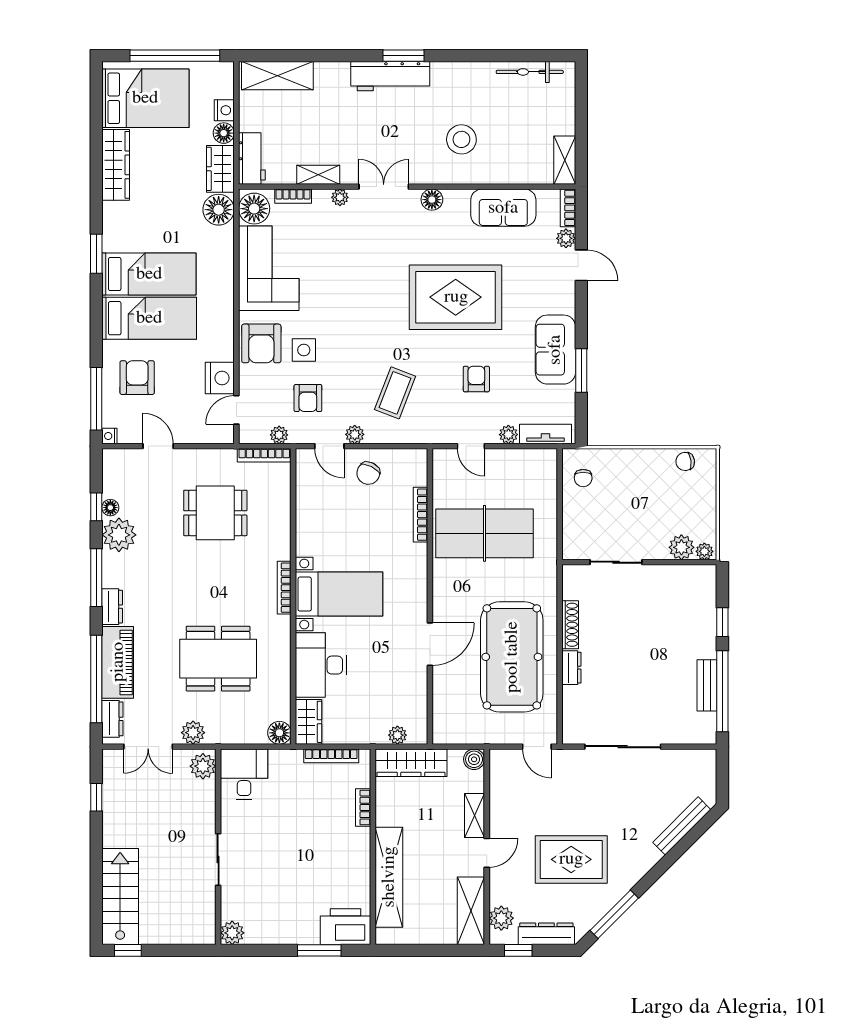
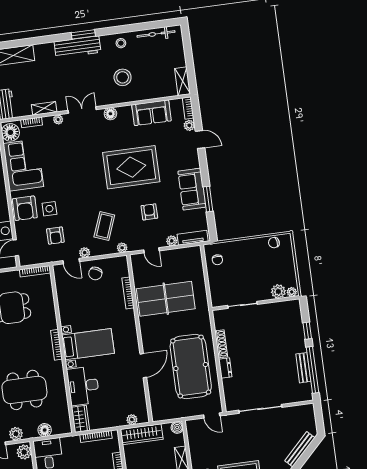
stool: (467, 80) -> (121, 43), added
plant: (279, 435) -> (122, 248), moved
floor lamp: (279, 733) -> (45, 430), moved

